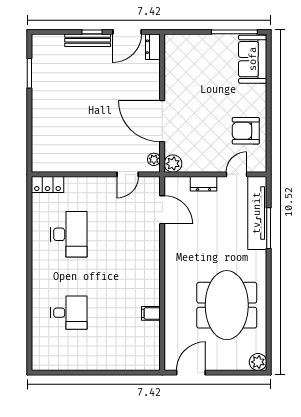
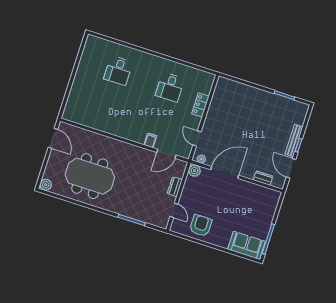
dresser: (153, 47) -> (263, 178), moved
locker: (47, 184) -> (200, 105), moved
tv unit: (257, 213) -> (144, 216), removed
desk: (69, 234) -> (170, 87), width x0.73
filing cabinet: (151, 313) -> (150, 140), moved

